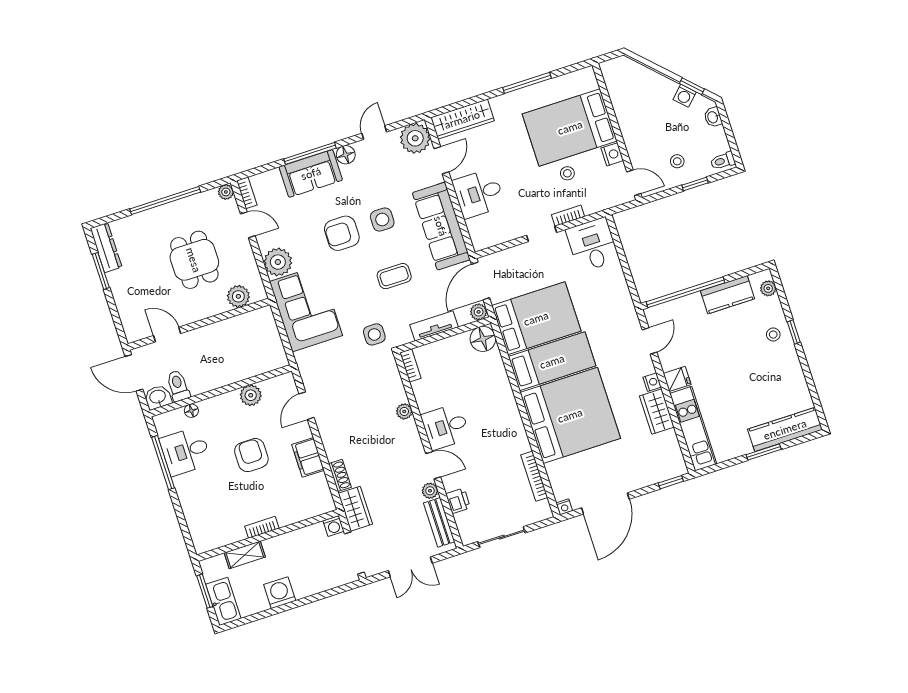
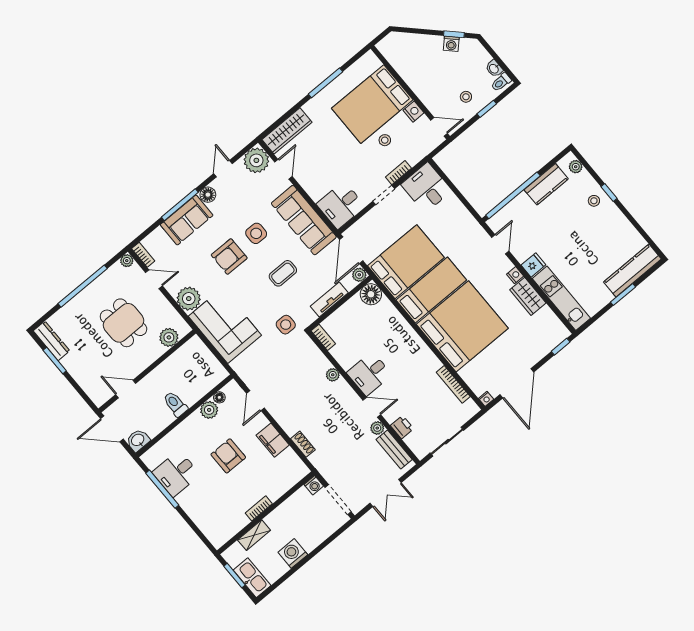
washbasin: (713, 117) -> (494, 69), moved
desk: (479, 193) -> (341, 205), moved
toilet: (178, 386) -> (175, 404), moved
floor lamp: (191, 411) -> (219, 397), moved
wardrobe: (355, 509) -> (325, 465), removed

